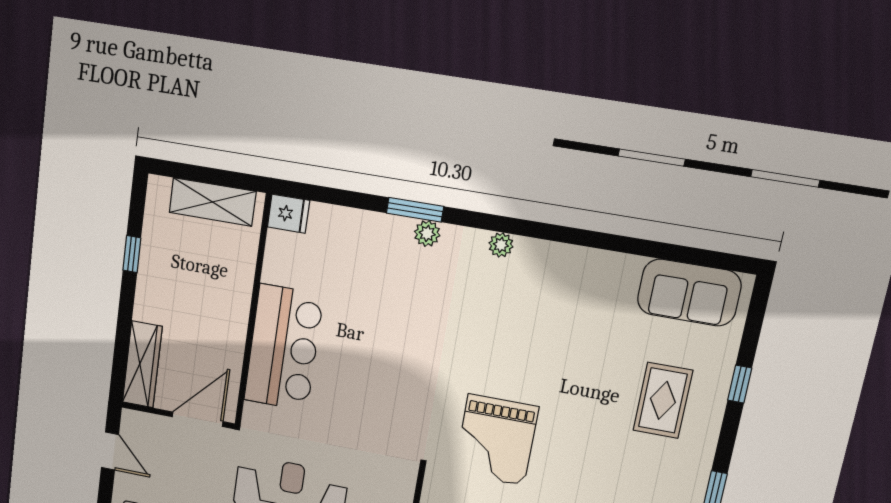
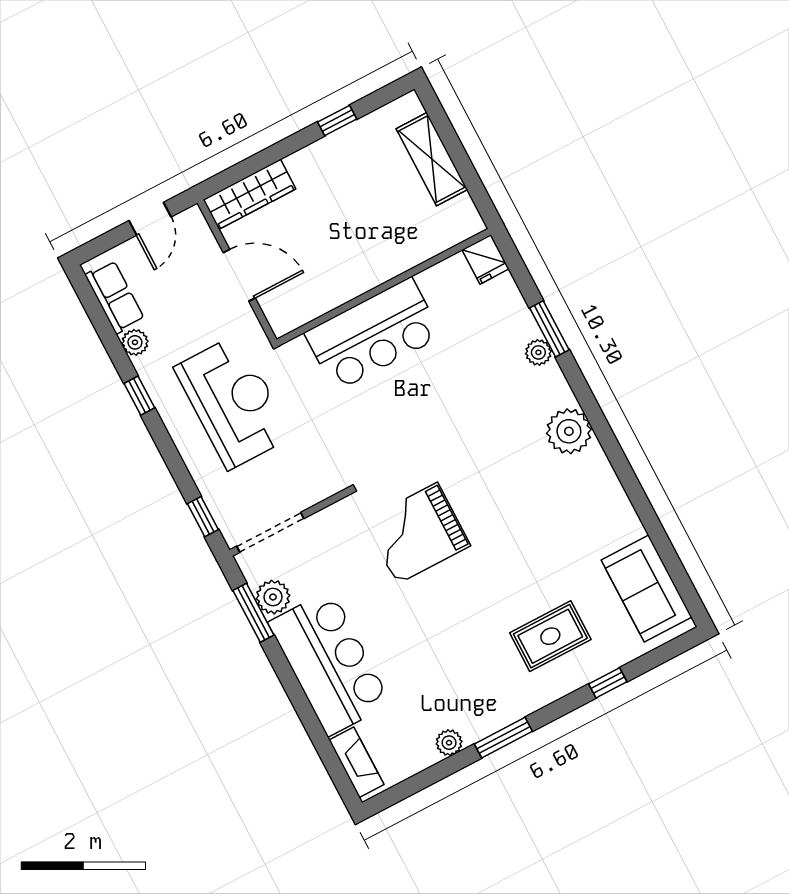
fridge: (288, 214) -> (486, 259), moved
plant: (501, 245) -> (569, 431), width x1.87, depth x1.87
wall: (253, 311) -> (384, 287), moved
bar counter: (284, 348) -> (373, 334), moved

